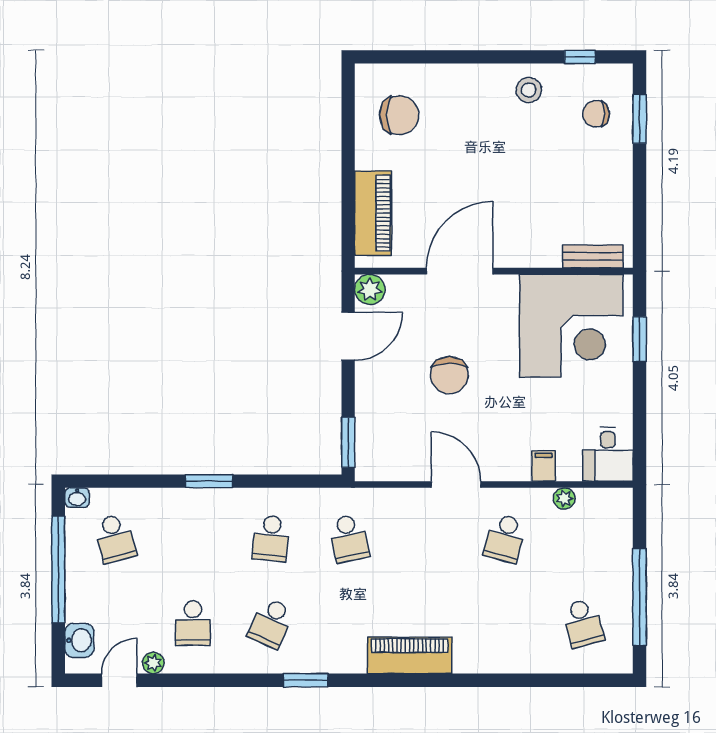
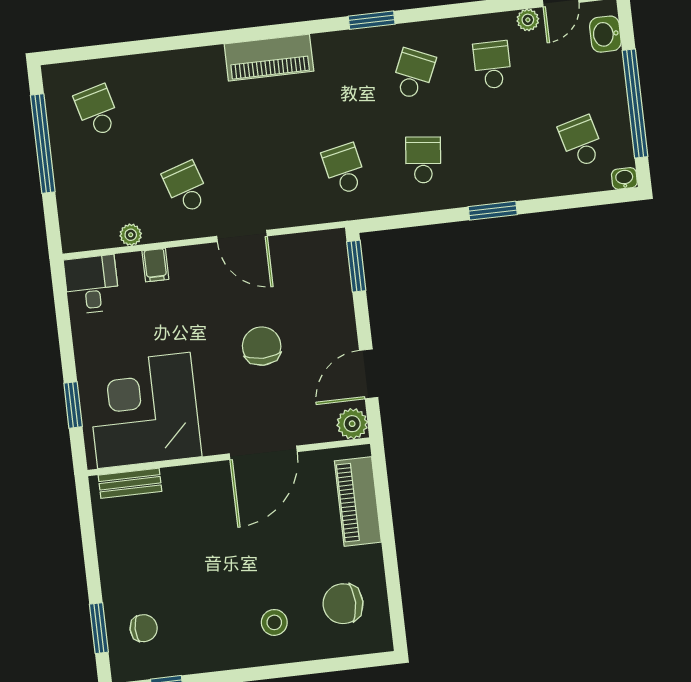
stool: (529, 90) -> (274, 622), moved
school desk: (505, 538) -> (186, 187), turned -33

